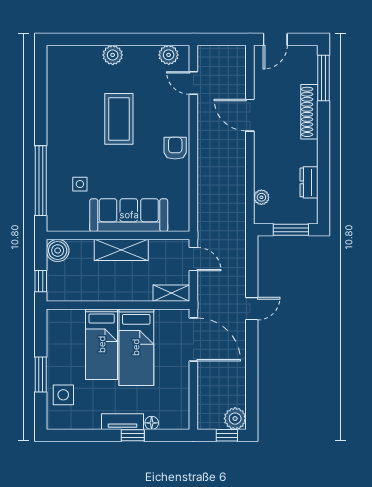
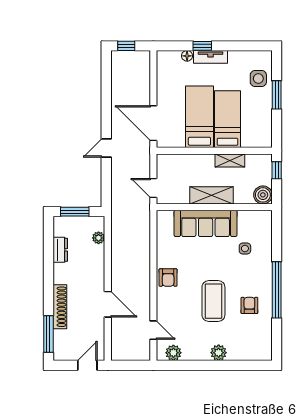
armchair: (74, 113) -> (249, 305), added
window: (41, 181) -> (277, 290), moved
shelving: (171, 293) -> (230, 160), moved
plant: (235, 419) -> (120, 59), removed

